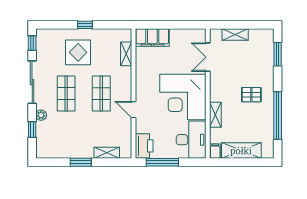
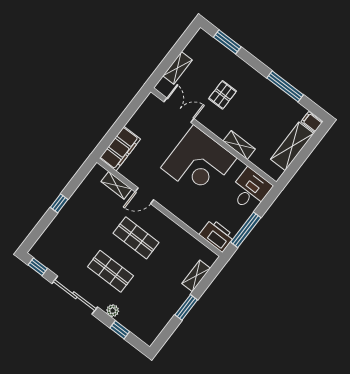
display table: (78, 52) -> (80, 230), removed
double door: (208, 57) -> (179, 110), swing flipped
pallet: (251, 95) -> (223, 95), moved
door: (133, 110) -> (144, 196), moved
window: (278, 115) -> (285, 86), width x0.68
desk: (191, 140) -> (250, 190), width x0.73
filing cabinet: (215, 151) -> (312, 122), moved

